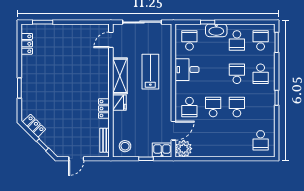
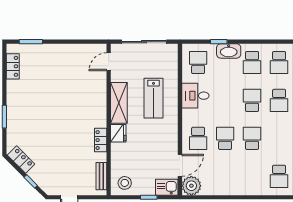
school desk: (261, 40) -> (279, 62), turned 180
lab bench: (150, 72) -> (154, 98), turned 180

